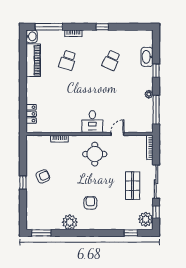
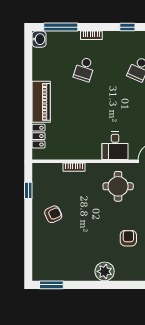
piano: (33, 60) -> (41, 102), moved
window: (23, 183) -> (28, 190), moved
armchair: (90, 203) -> (128, 238), moved
plant: (70, 222) -> (105, 271), moved

